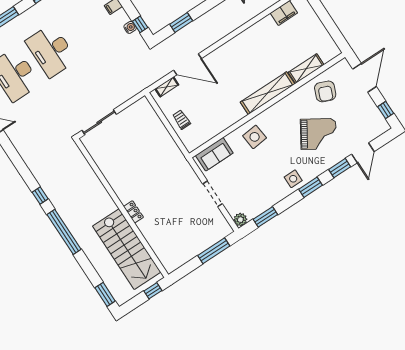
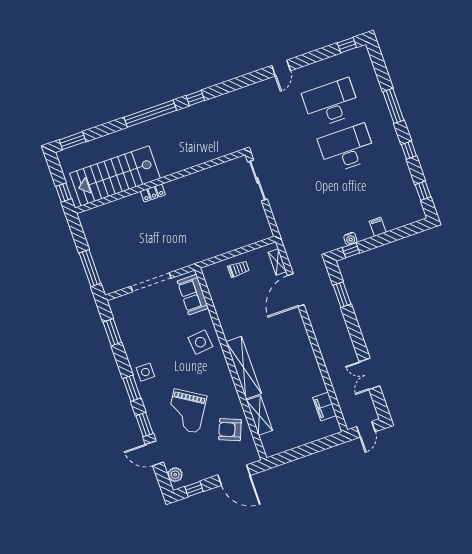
doorway: (213, 194) -> (151, 282), width x1.36
plant: (240, 220) -> (175, 475), moved

